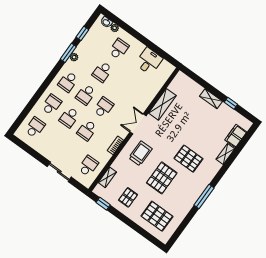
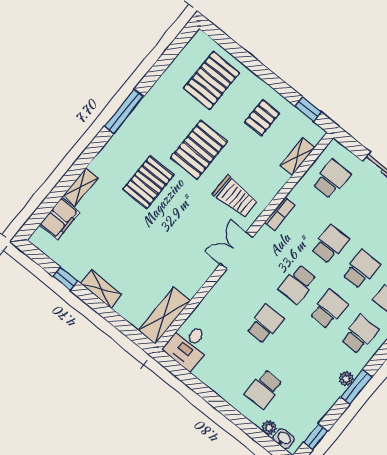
window: (82, 33) -> (316, 437), moved
desk: (149, 61) -> (188, 345), moved
school desk: (102, 72) -> (265, 324), moved
shelving: (162, 104) -> (164, 316), moved
double door: (138, 124) -> (236, 251), swing flipped
trolley: (140, 153) -> (235, 197), turned -90
pallet: (188, 159) -> (148, 182), turned 90
school desk: (88, 166) -> (331, 179), turned 180
pallet: (157, 216) -> (211, 81), turned 90

